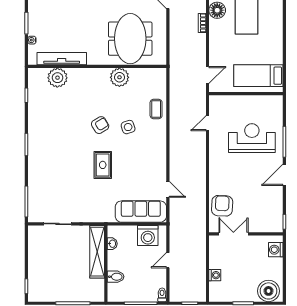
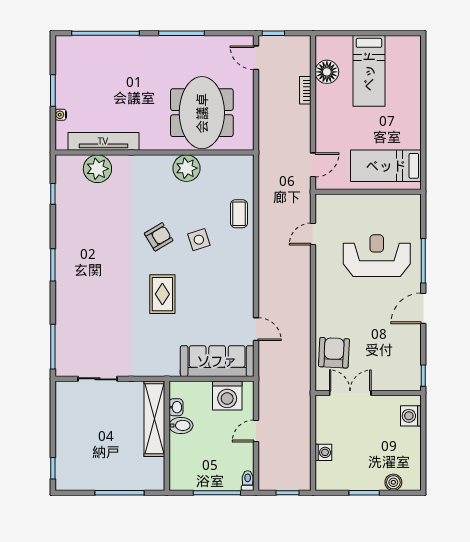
bidet: (116, 277) -> (181, 425), moved
boiler: (268, 291) -> (393, 482), width x0.54, depth x0.54

